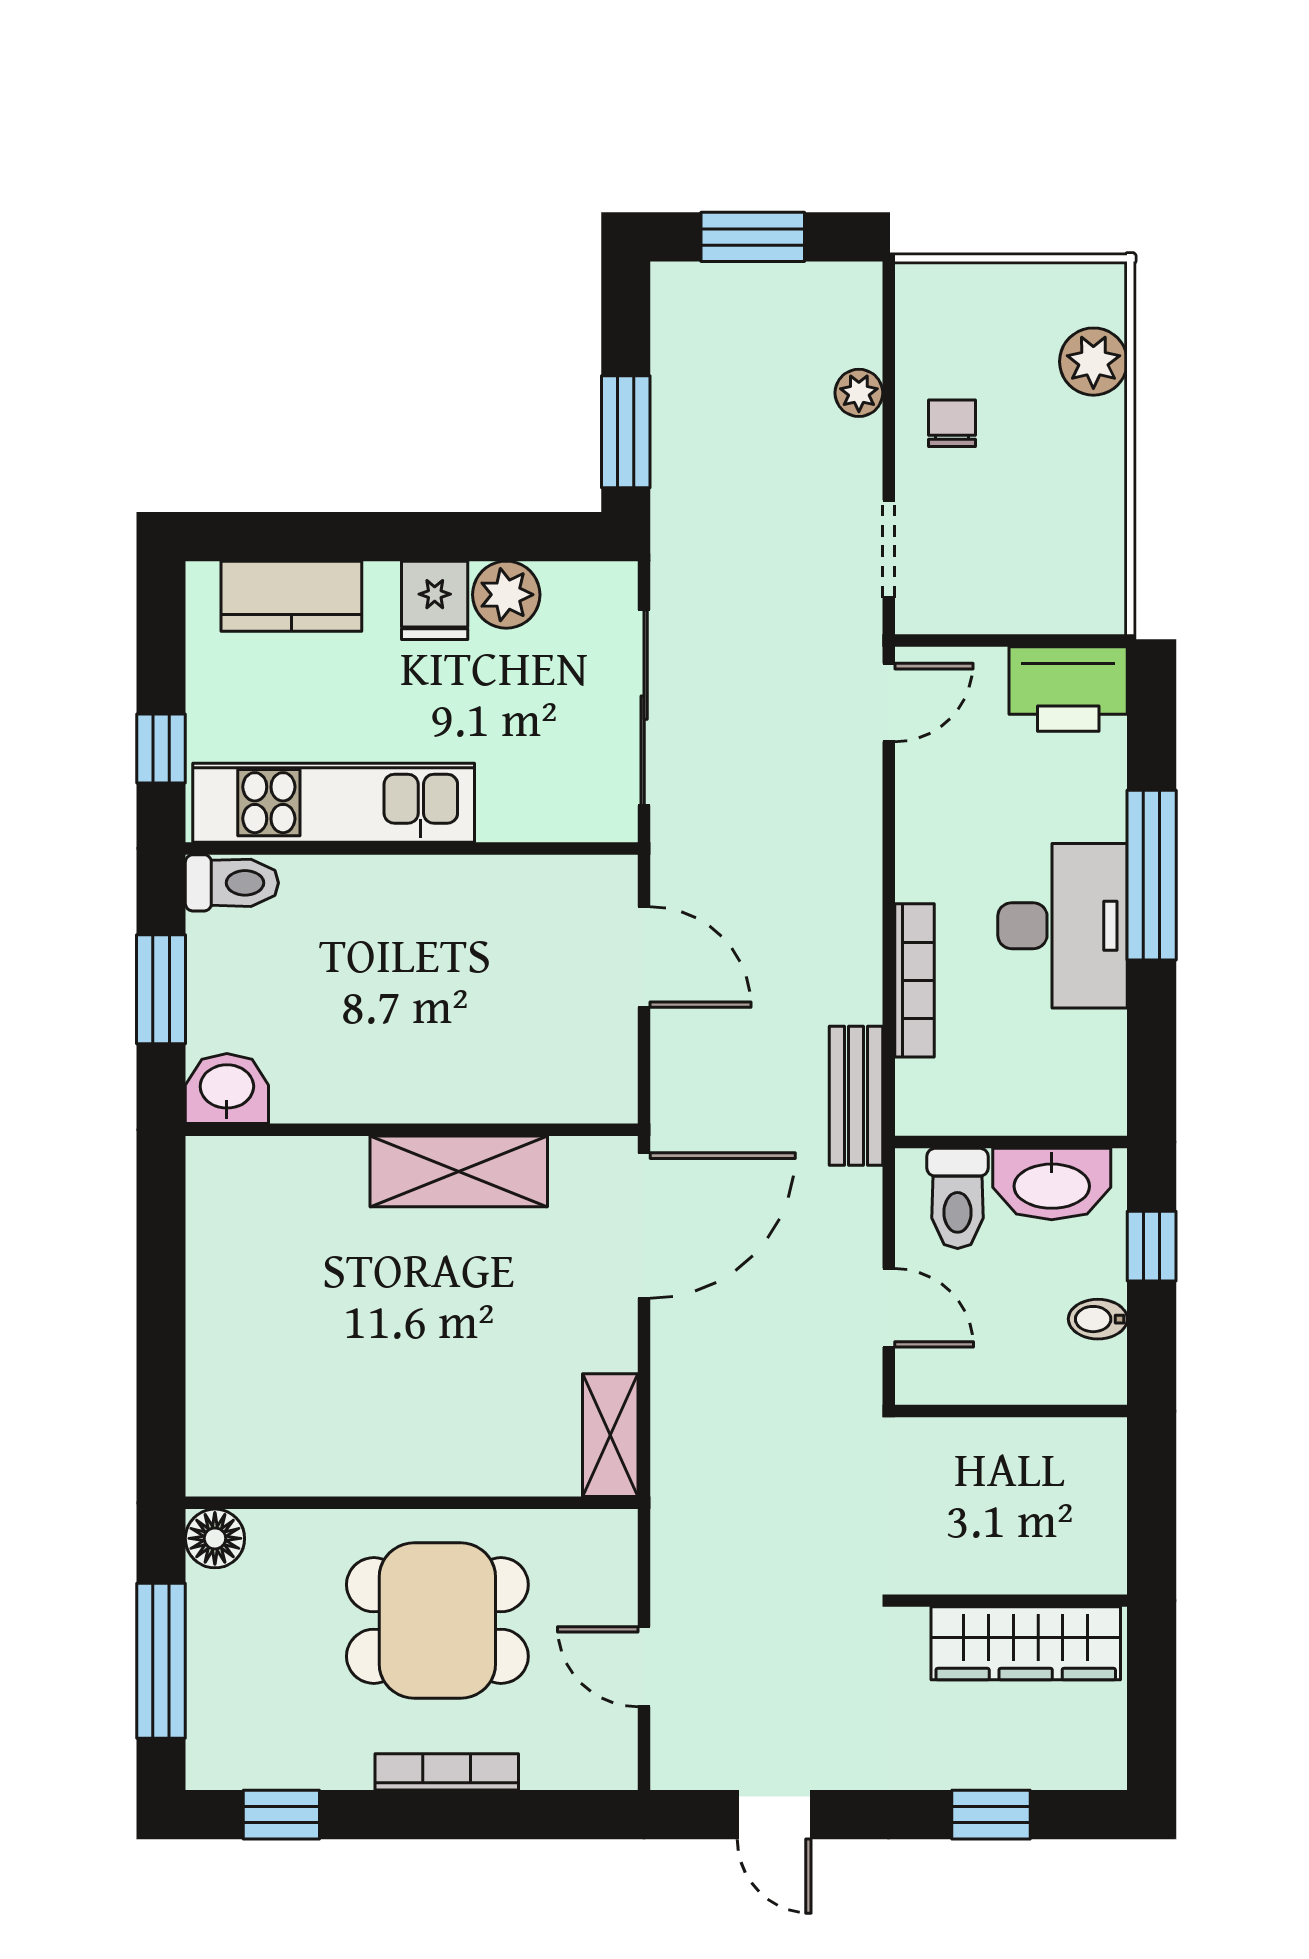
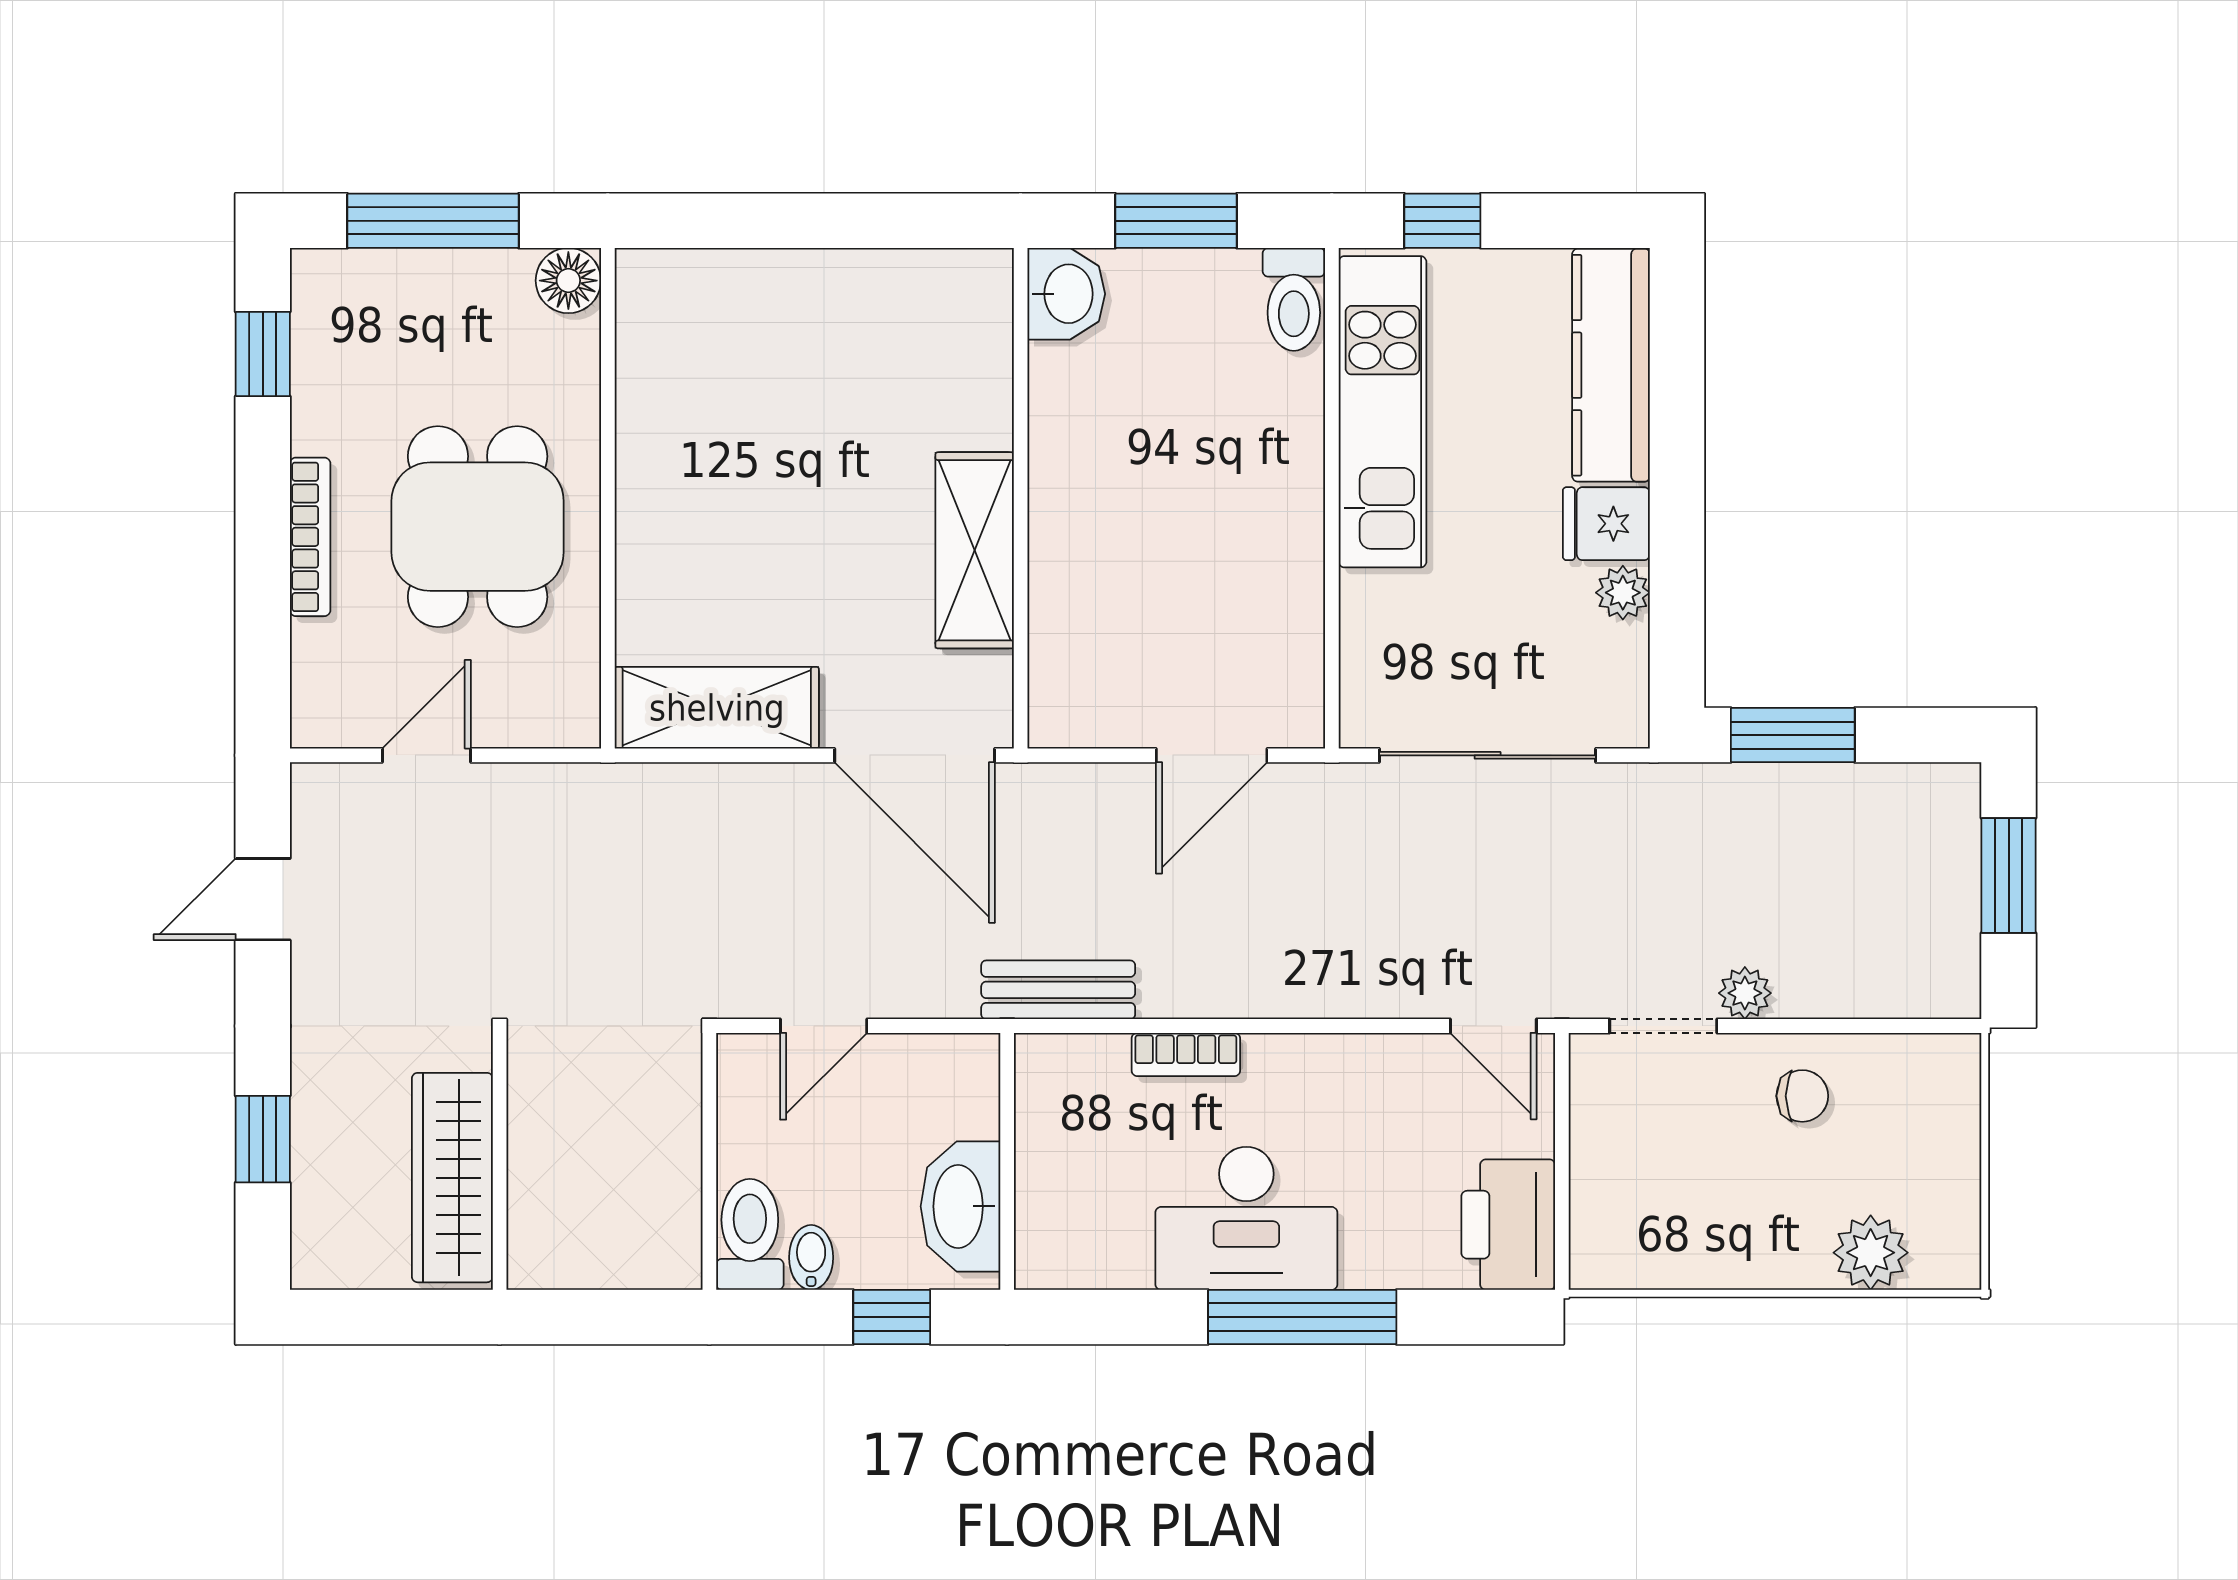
plant: (859, 393) -> (1745, 993), moved
plant: (506, 595) -> (1623, 593), width x0.73, depth x0.73
kitchen counter: (291, 596) -> (1611, 365), width x1.50
bookcase: (914, 980) -> (1186, 1054), width x0.64
toilet: (958, 1198) -> (750, 1234), moved, turned 90
shelving: (610, 1435) -> (717, 708), width x1.50, depth x1.33

